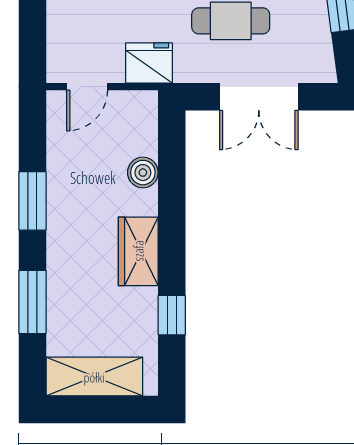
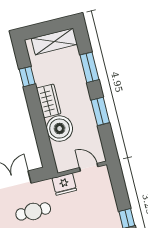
door: (87, 87) -> (89, 167), hinge flipped
boiler: (143, 173) -> (60, 129), width x1.86, depth x1.86

